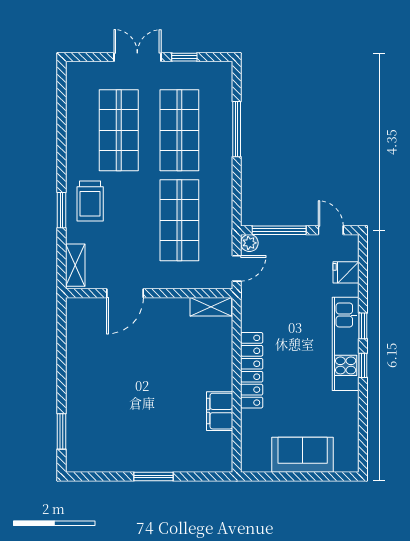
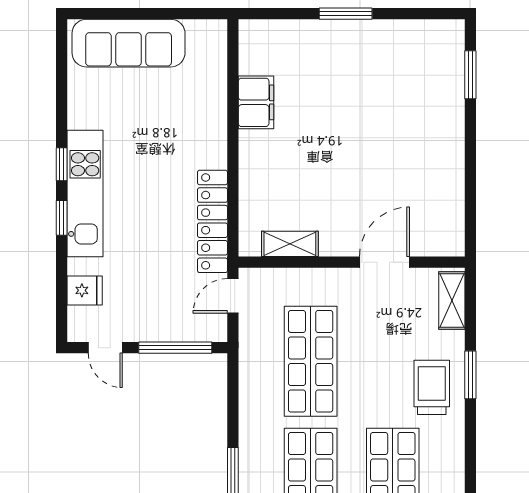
plant: (249, 243) -> (216, 330), removed
shelving: (211, 307) -> (290, 244), moved
locker: (252, 370) -> (212, 221), moved
sofa: (303, 455) -> (129, 43), width x1.36

